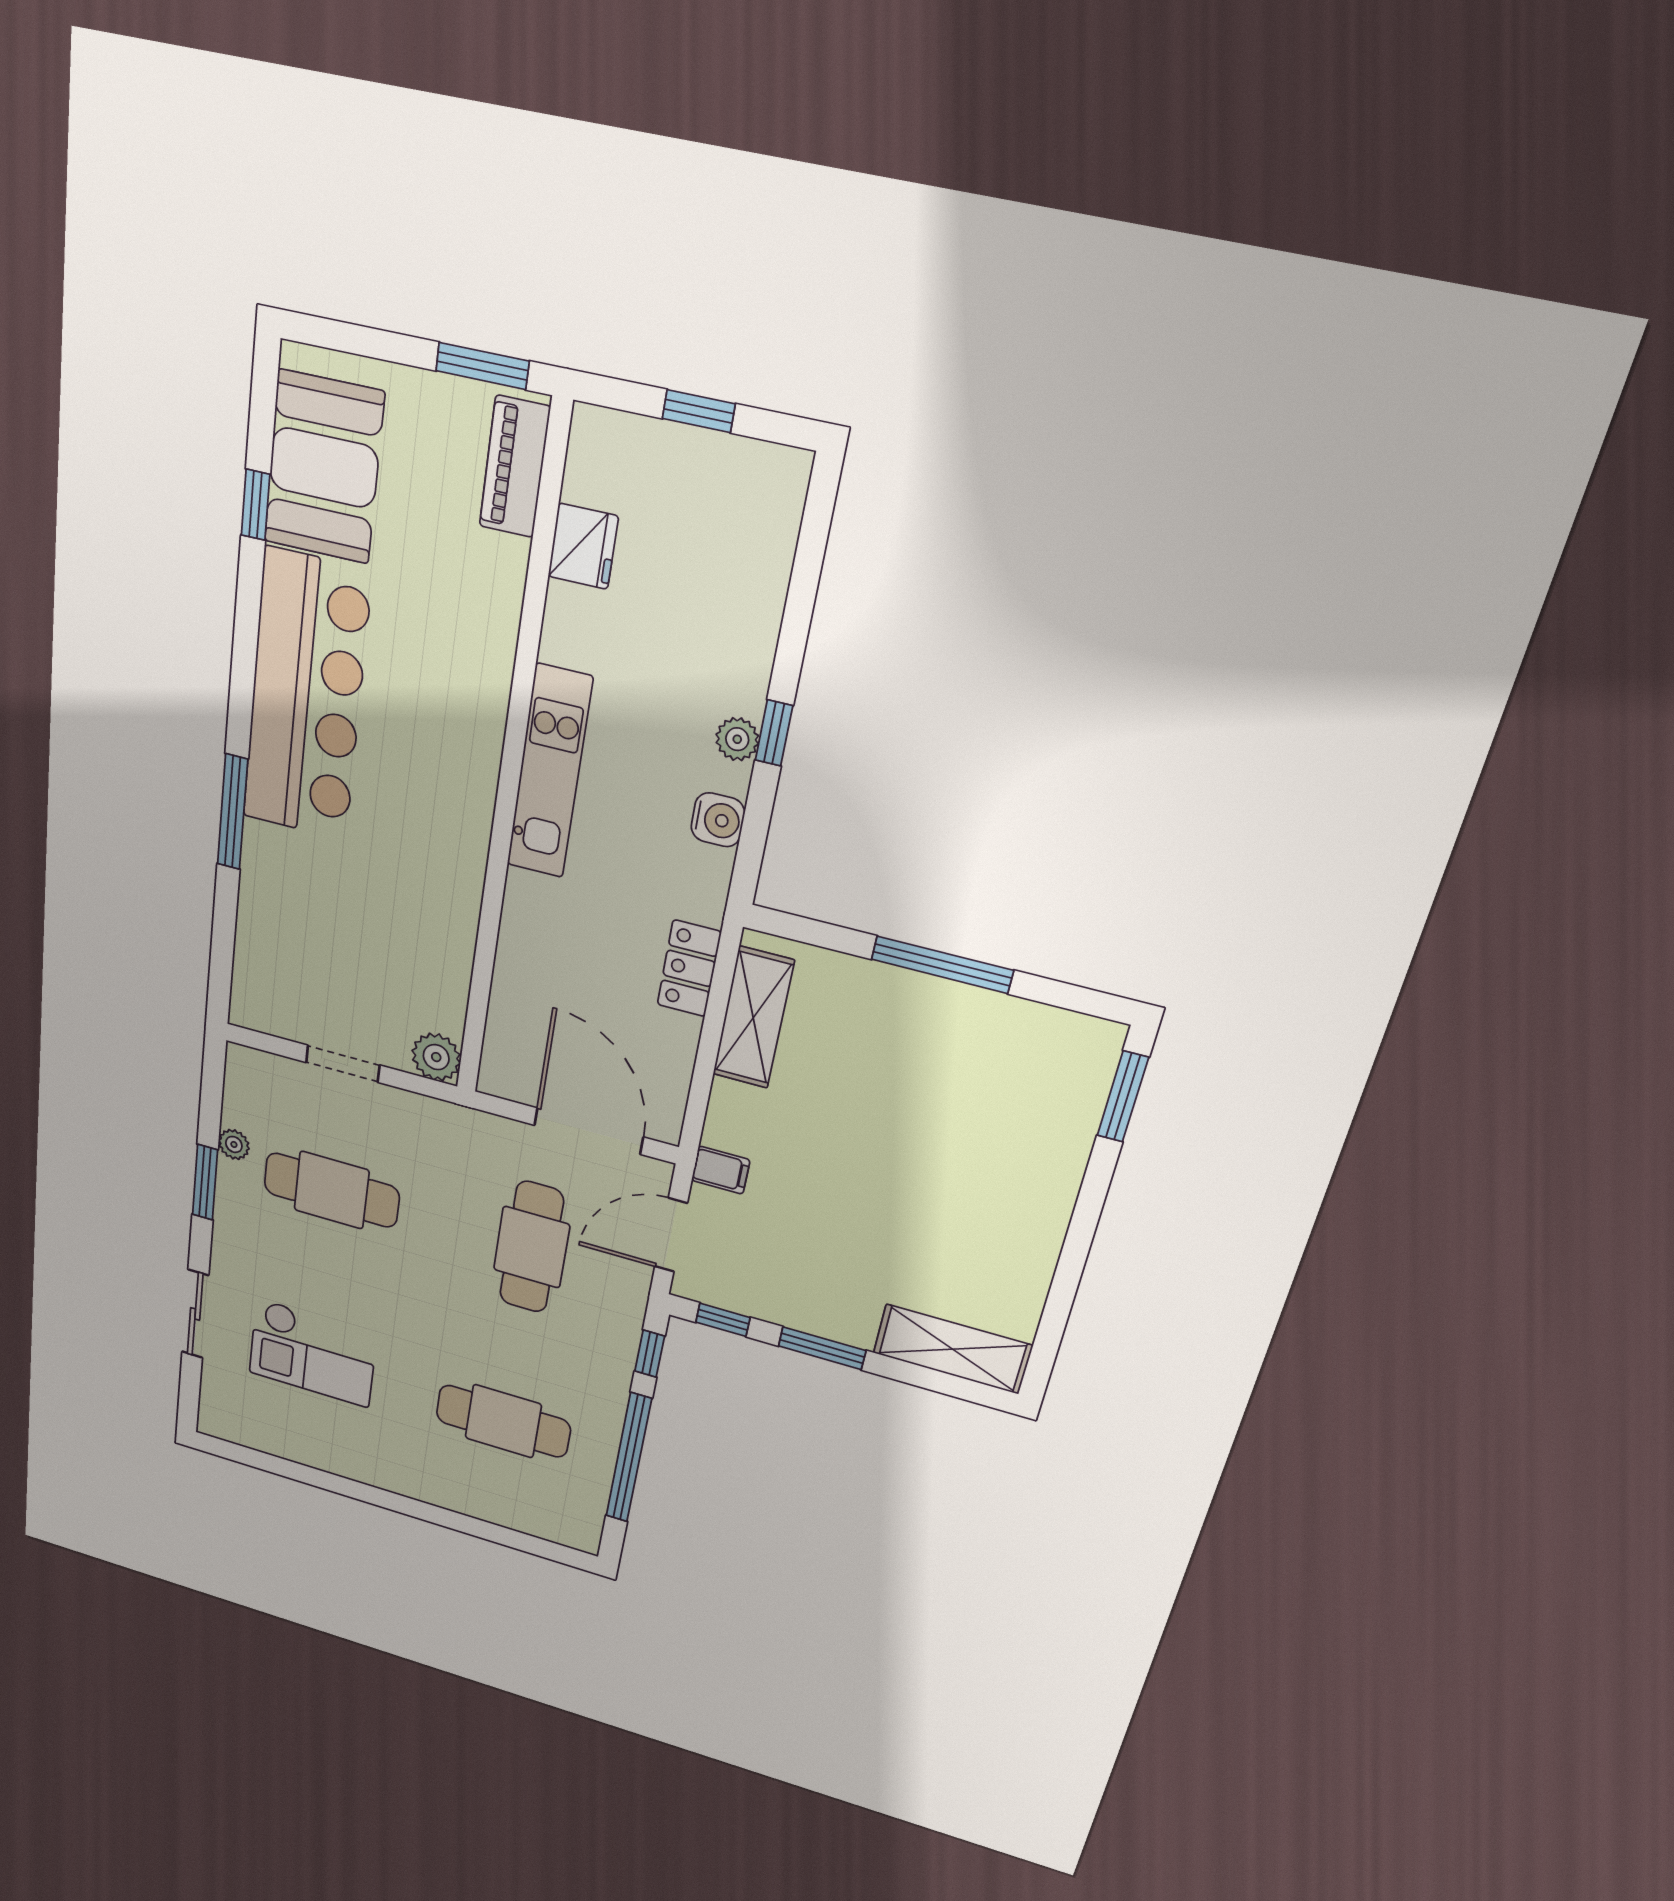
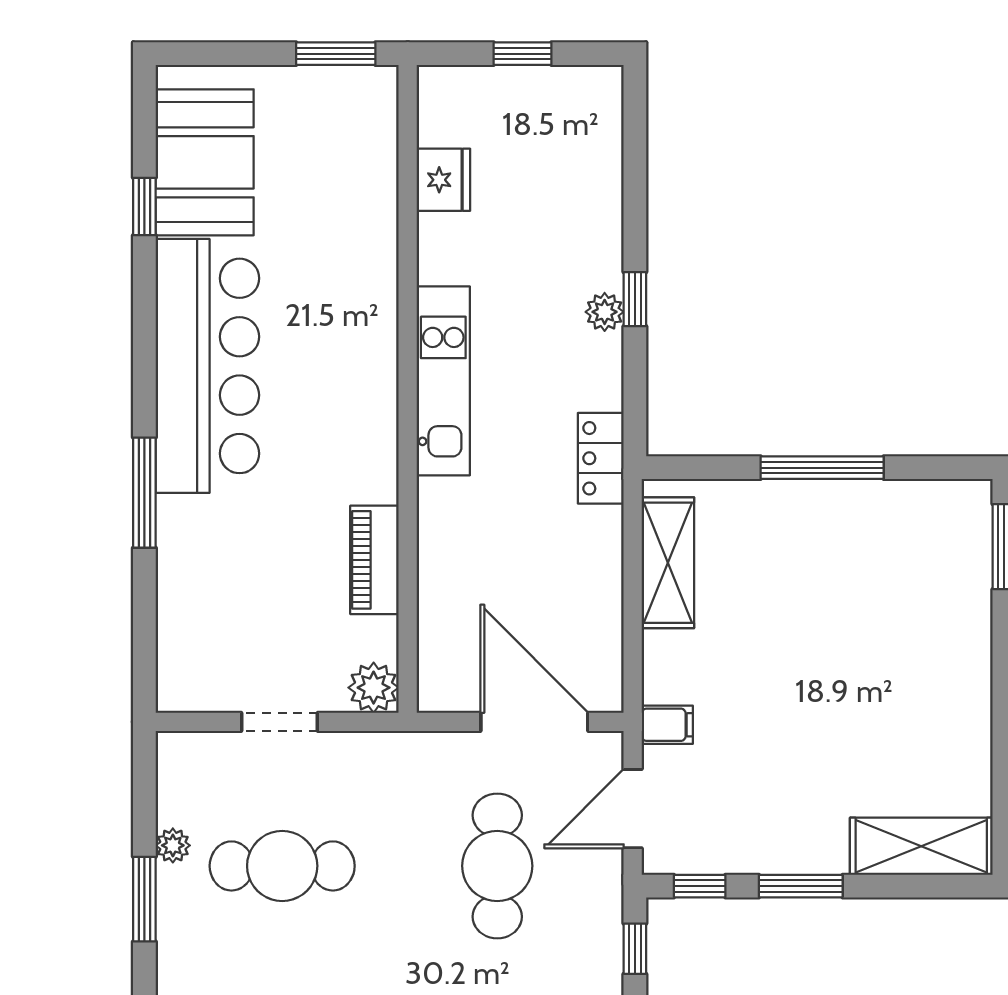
piano: (515, 467) -> (374, 560), moved
water cooler: (718, 820) -> (601, 387), removed
locker: (689, 968) -> (601, 458), moved

